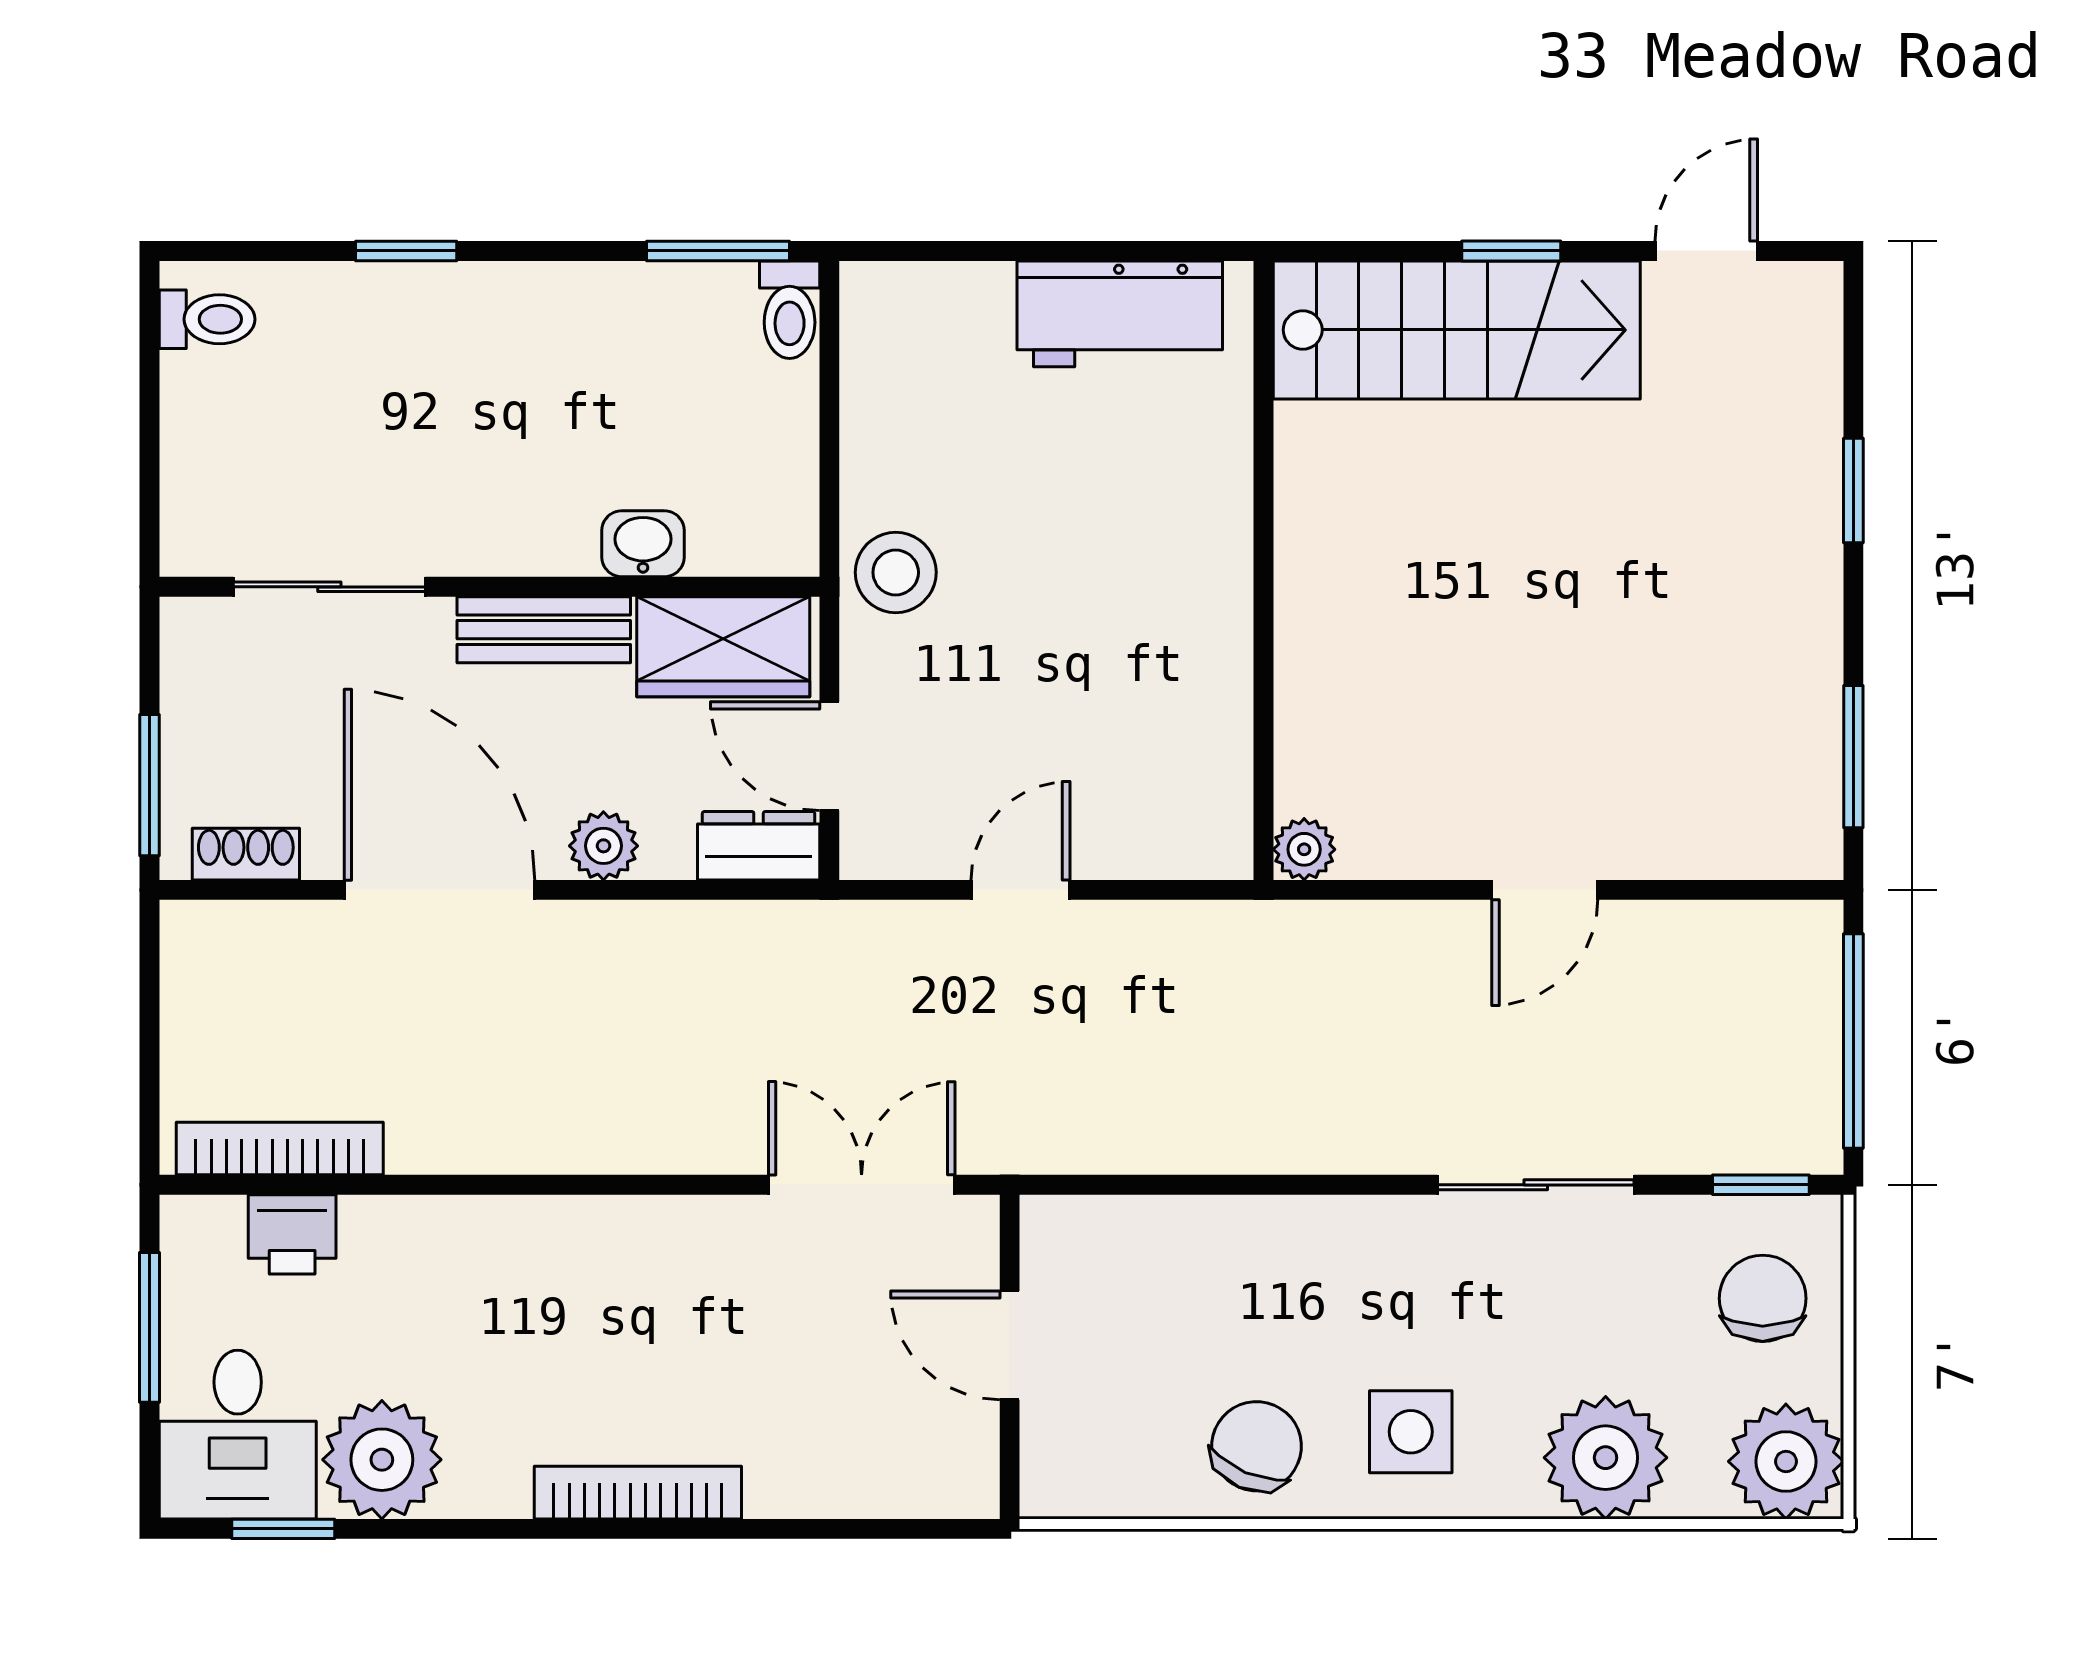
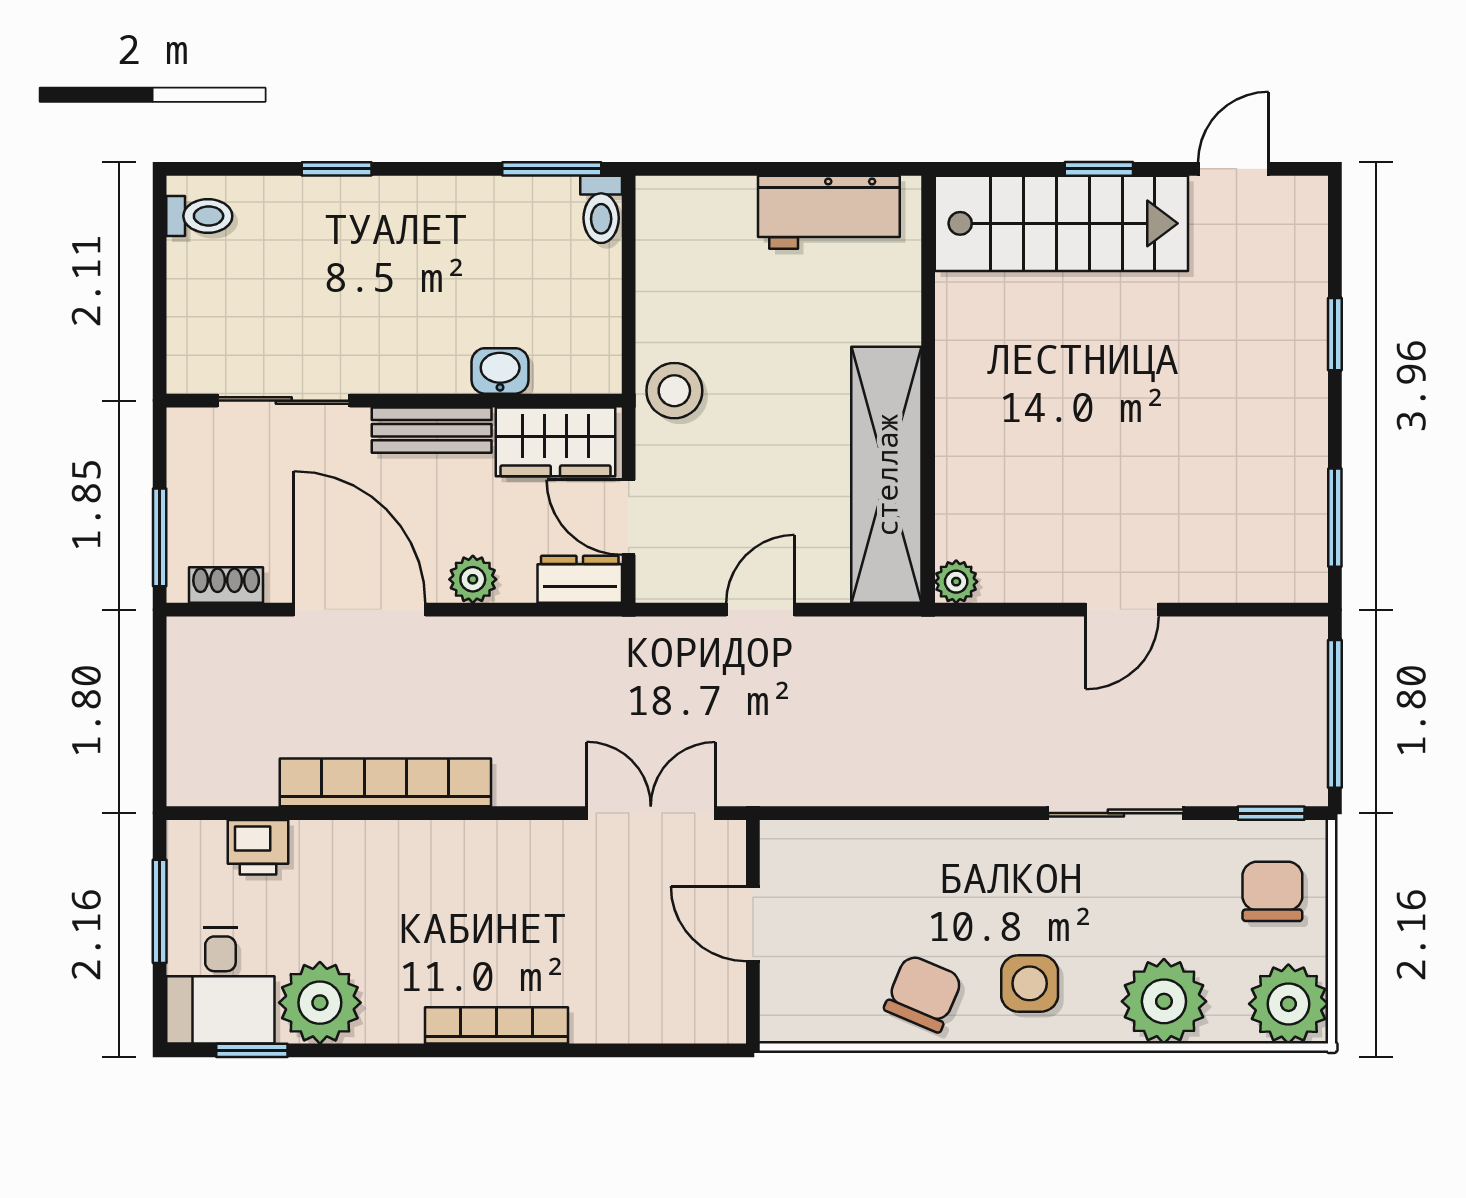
shelving: (1203, 694) -> (886, 475), added
bookcase: (280, 1149) -> (385, 782), moved, width x1.48, depth x1.31

